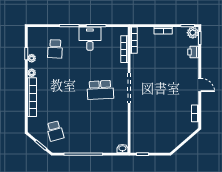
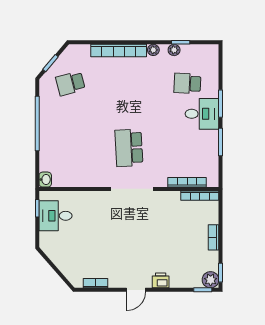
desk: (90, 39) -> (202, 114), moved
printer: (193, 52) -> (161, 280), moved
desk: (148, 141) -> (55, 216), added

